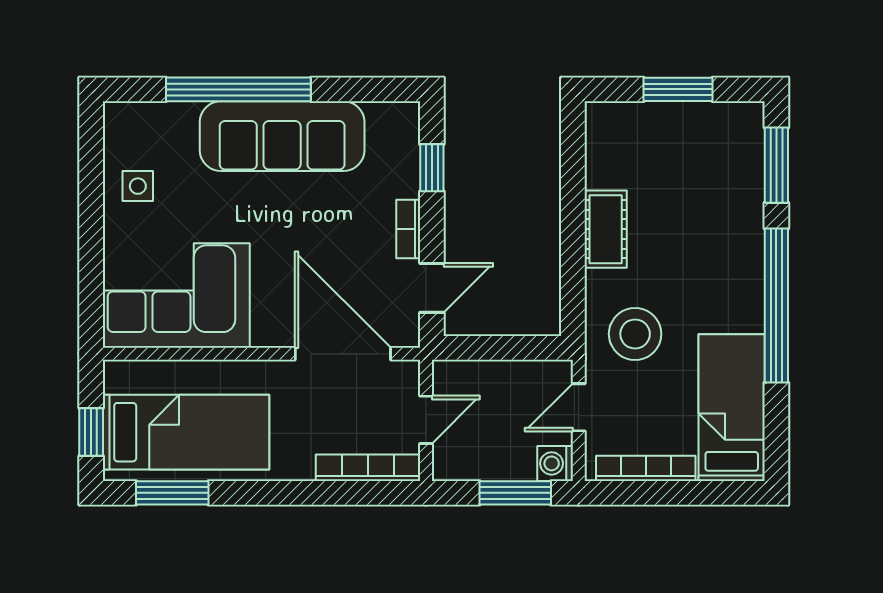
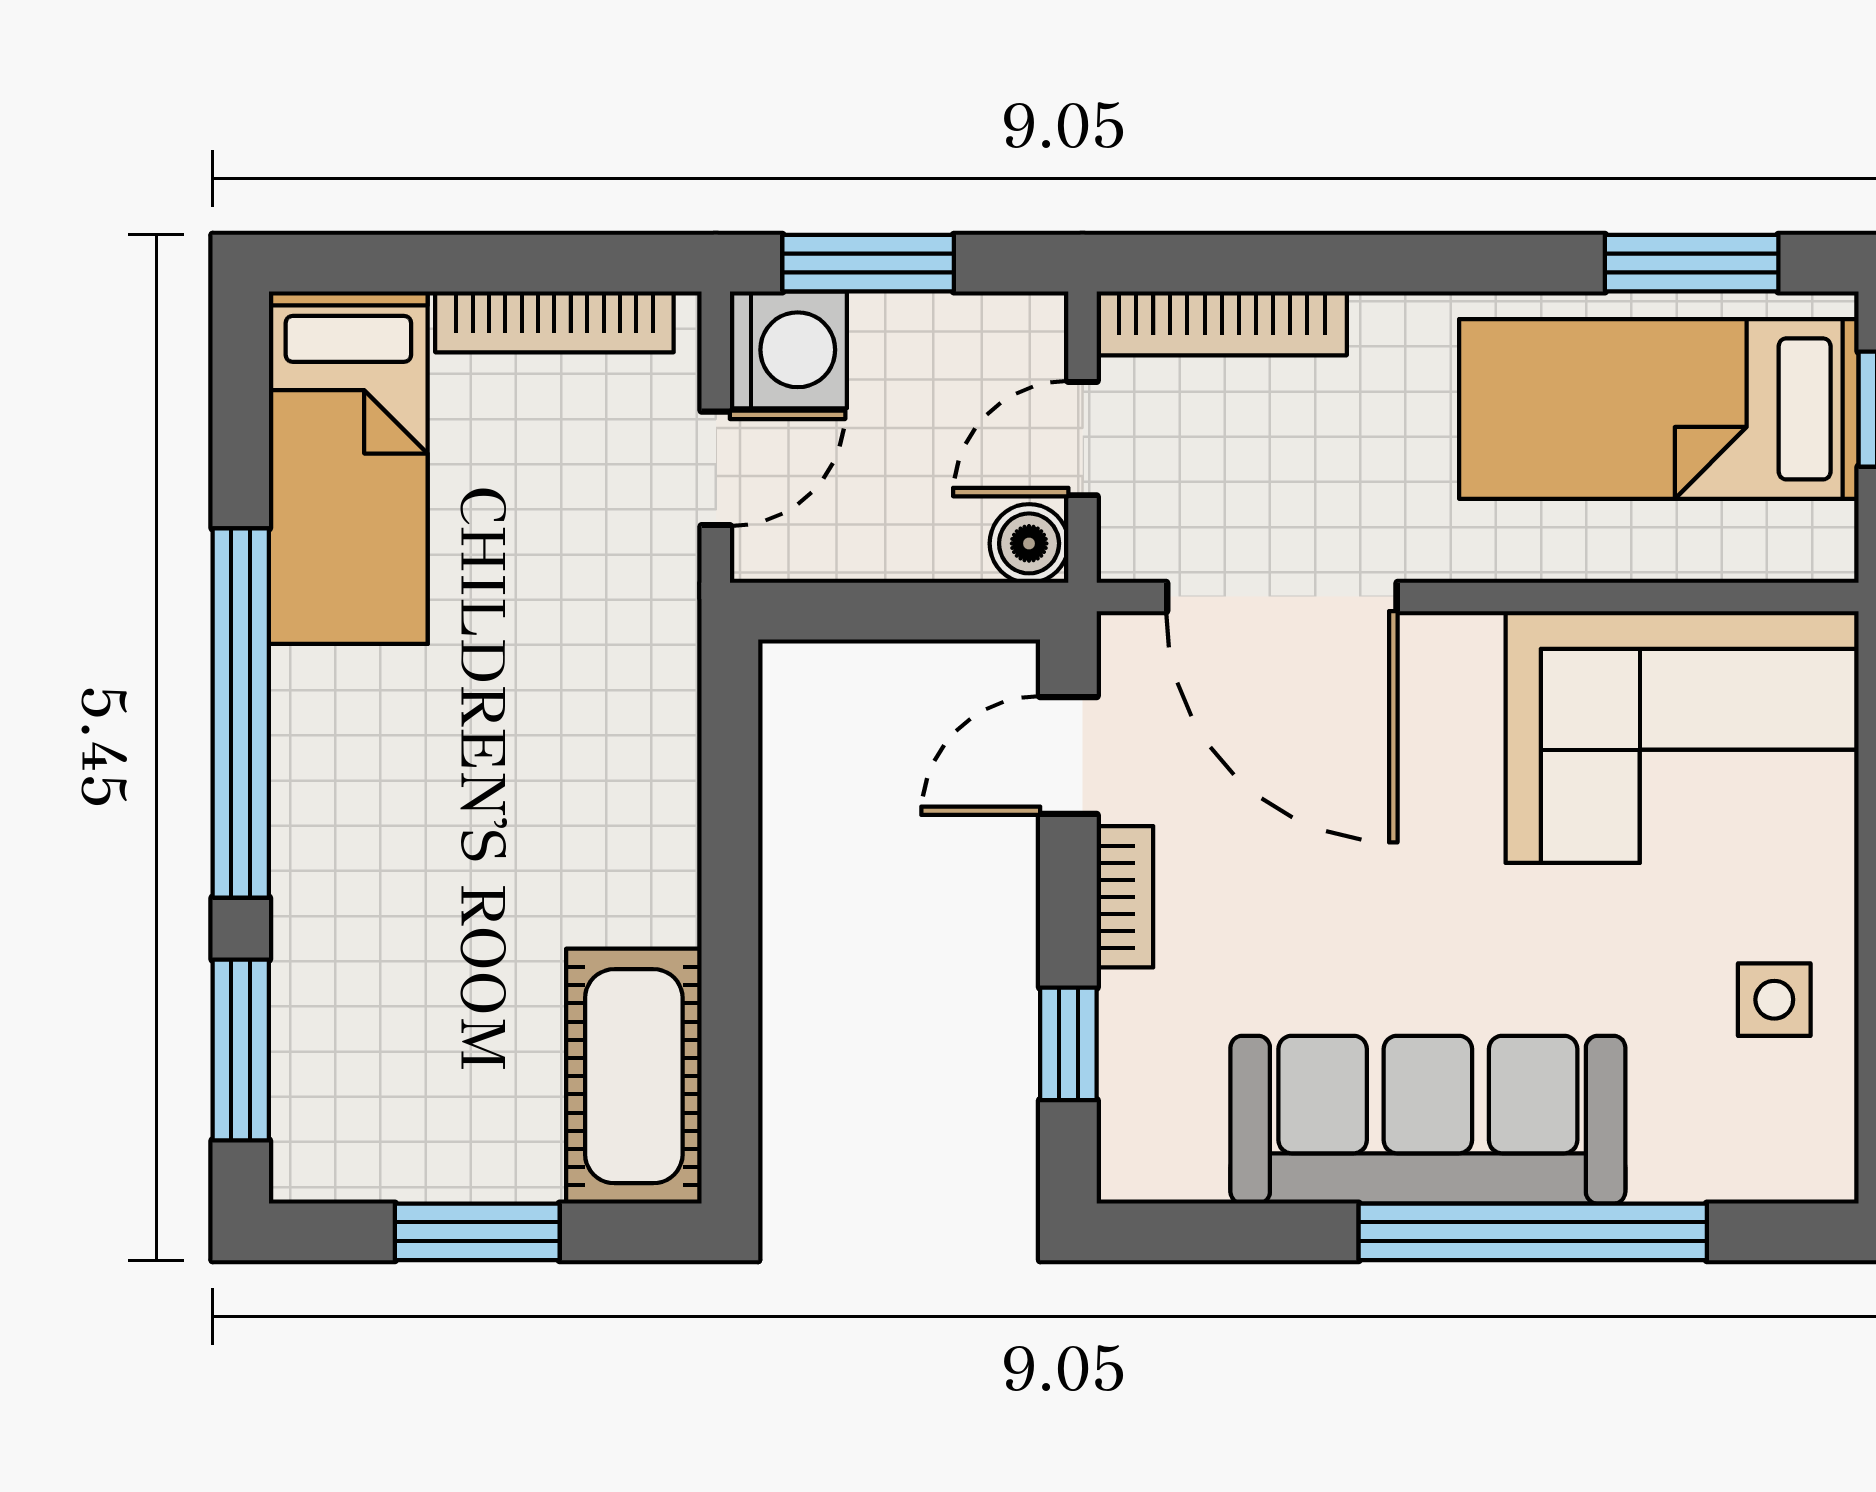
cot: (606, 229) -> (634, 1076), moved, width x1.37, depth x1.34
stool: (635, 334) -> (580, 645), removed
boiler: (448, 376) -> (1029, 543), added
washing machine: (555, 463) -> (788, 350), width x1.38, depth x1.38

